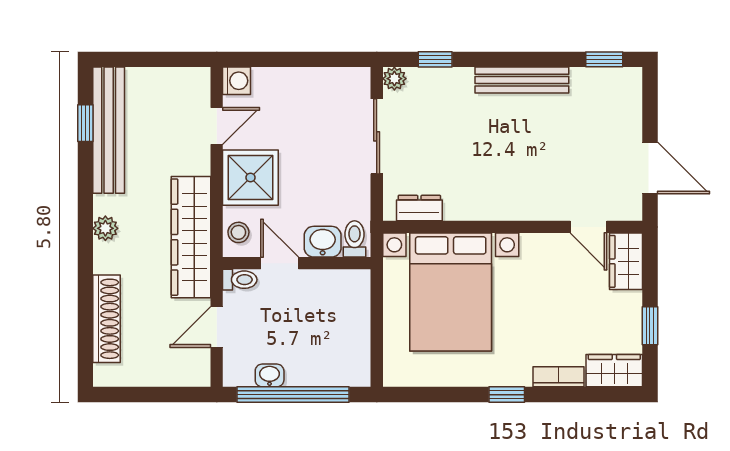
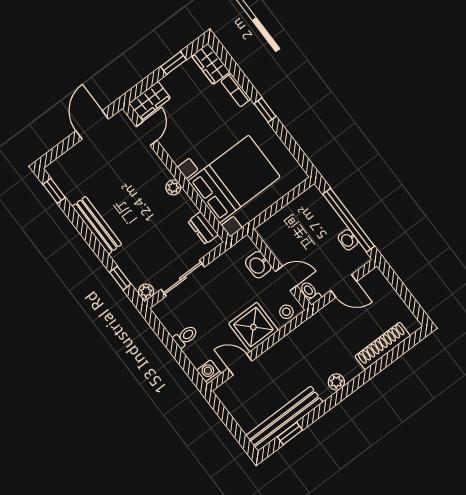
plant: (497, 209) -> (173, 187), added
wardrobe: (191, 237) -> (307, 334), removed
toilet: (354, 239) -> (185, 336), moved, turned 180
door: (280, 263) -> (286, 278), swing flipped

